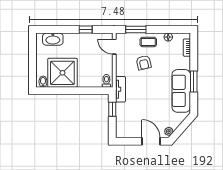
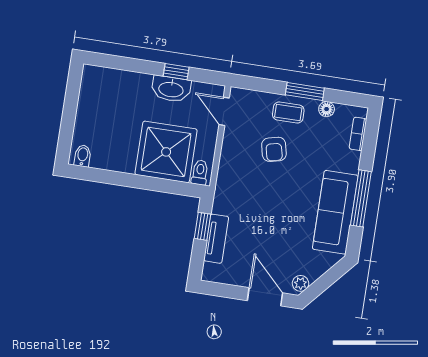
window: (136, 30) -> (305, 92), moved
washbasin: (53, 39) -> (171, 89), moved
shower: (62, 73) -> (166, 152), moved
window: (194, 81) -> (361, 198), width x1.44
tv unit: (120, 89) -> (216, 239), moved

